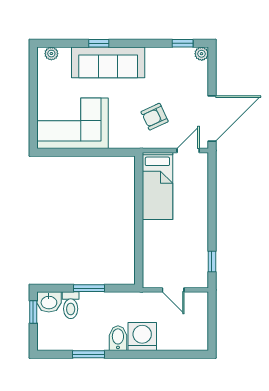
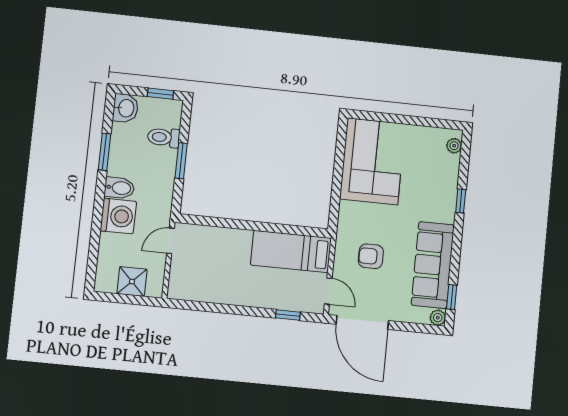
sofa: (108, 62) -> (433, 265), moved
armchair: (155, 117) -> (371, 256), turned -65
window: (212, 261) -> (288, 315), moved
door: (173, 290) -> (170, 241), moved
washbasin: (49, 302) -> (126, 108), moved, turned 180
shower: (197, 319) -> (132, 281), added

